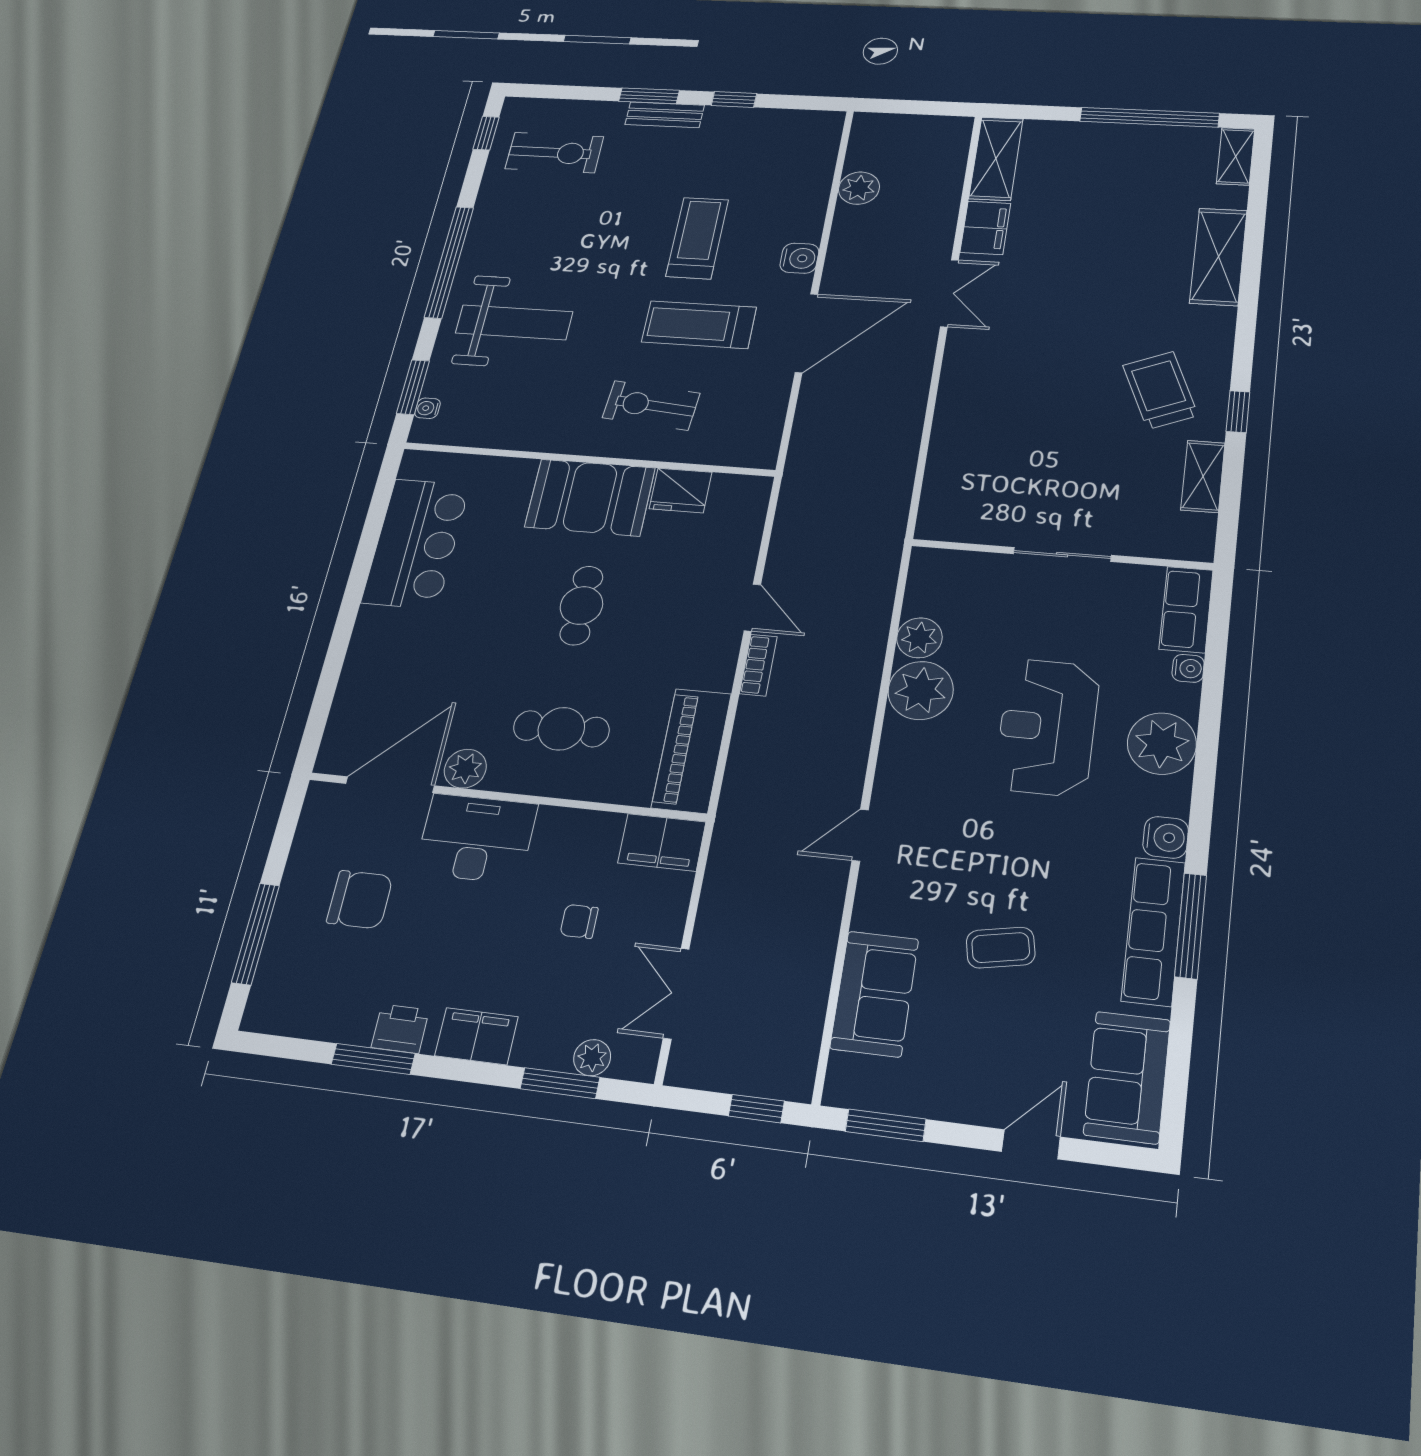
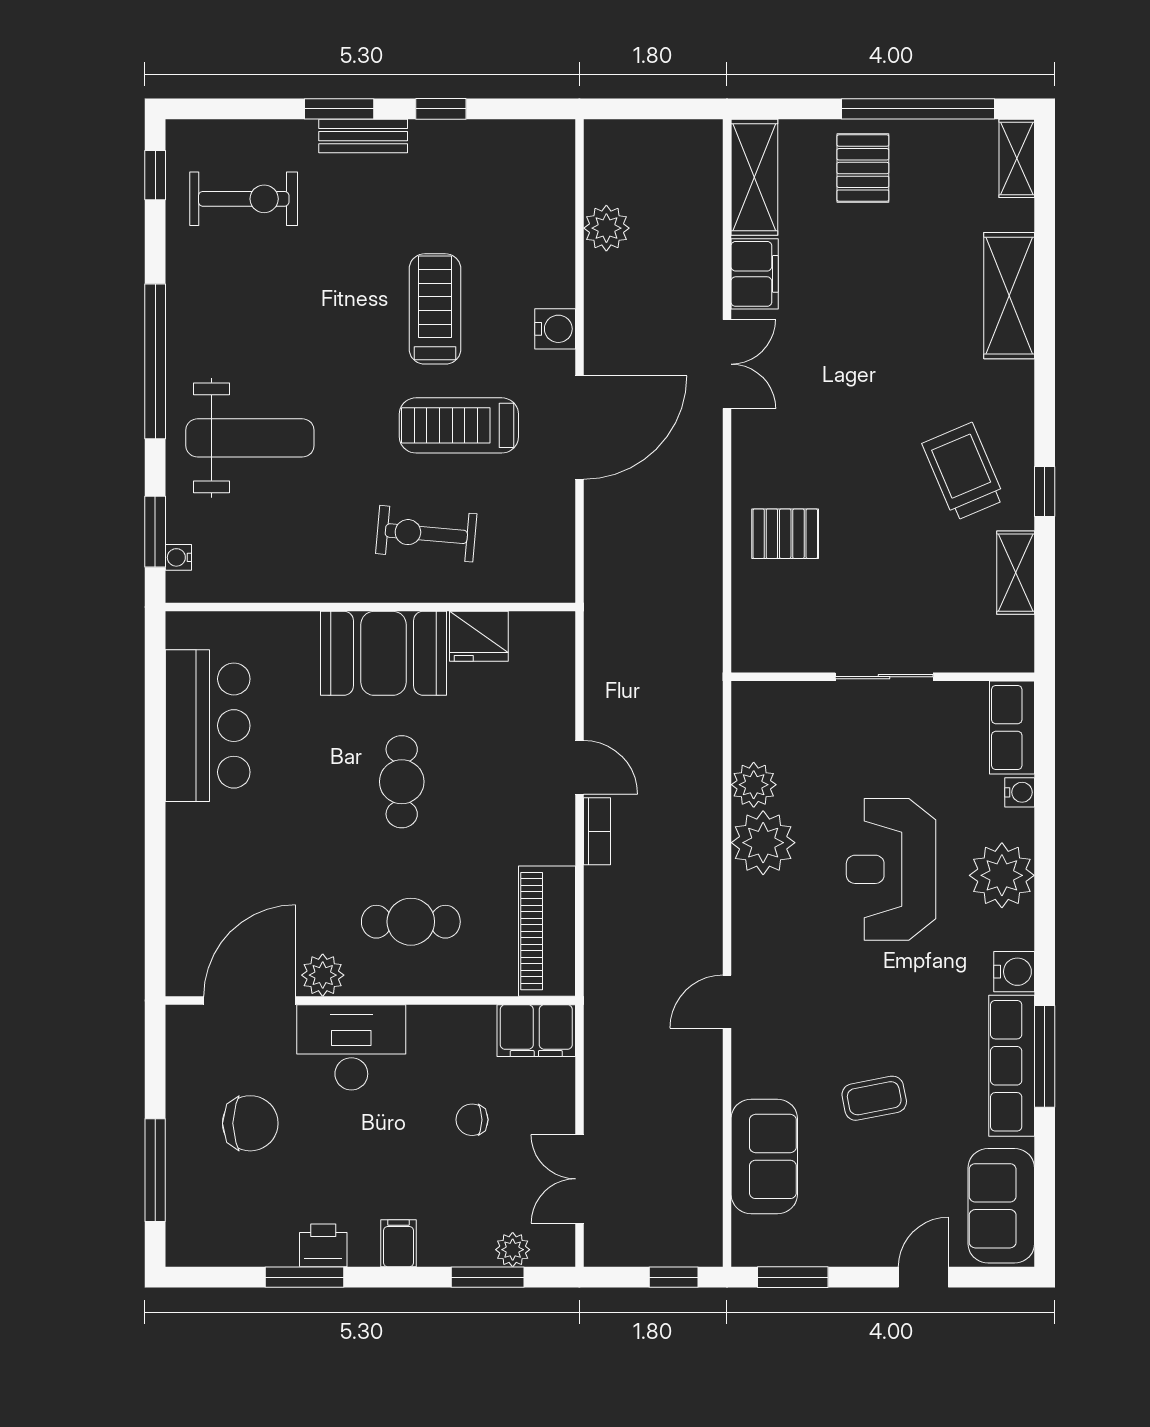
pallet: (1094, 157) -> (863, 168), added
pallet: (983, 429) -> (785, 534), added
filing cabinet: (476, 1036) -> (398, 1243), width x0.50

